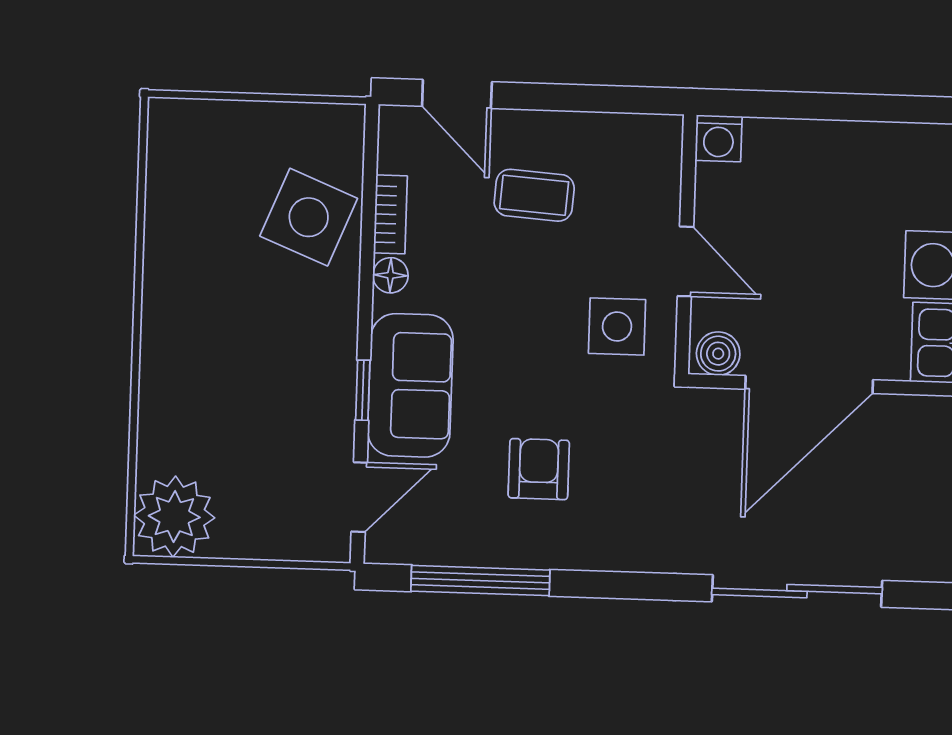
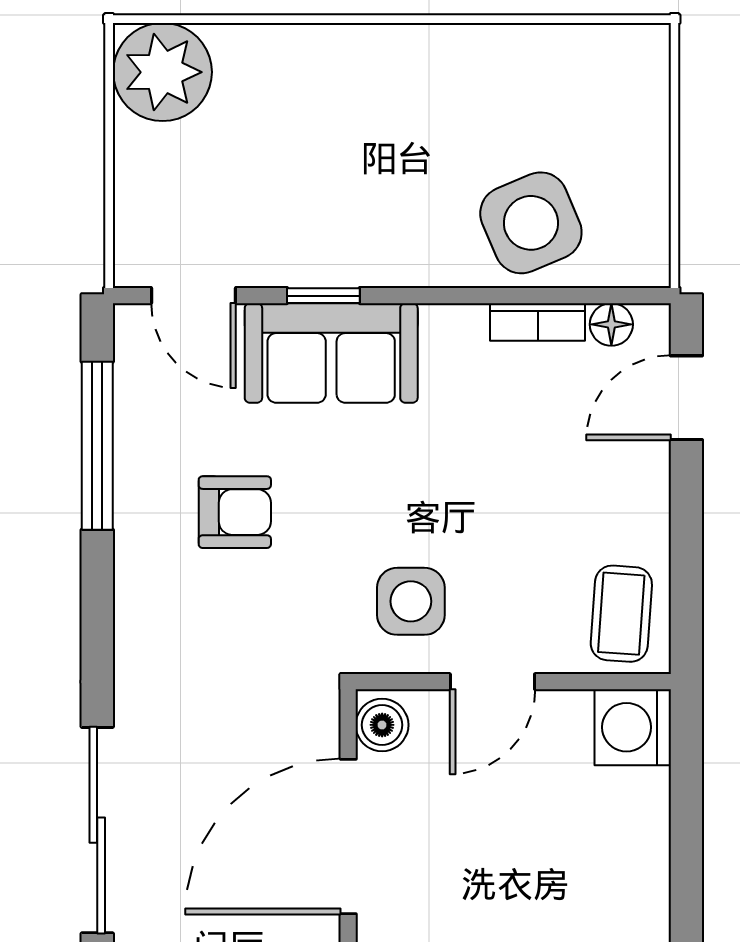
washing machine: (719, 138) -> (633, 727), width x1.38, depth x1.38
coffee table: (534, 195) -> (621, 614), moved
side table: (309, 217) -> (531, 223), turned 45
floor lamp: (390, 275) -> (611, 324), moved
door: (809, 385) -> (348, 836), hinge flipped

